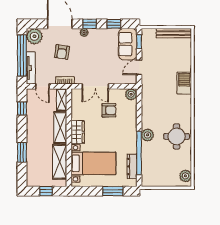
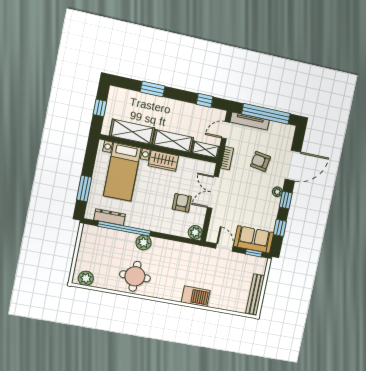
plant: (34, 36) -> (285, 133), removed
armchair: (109, 110) -> (182, 203), turned 180

